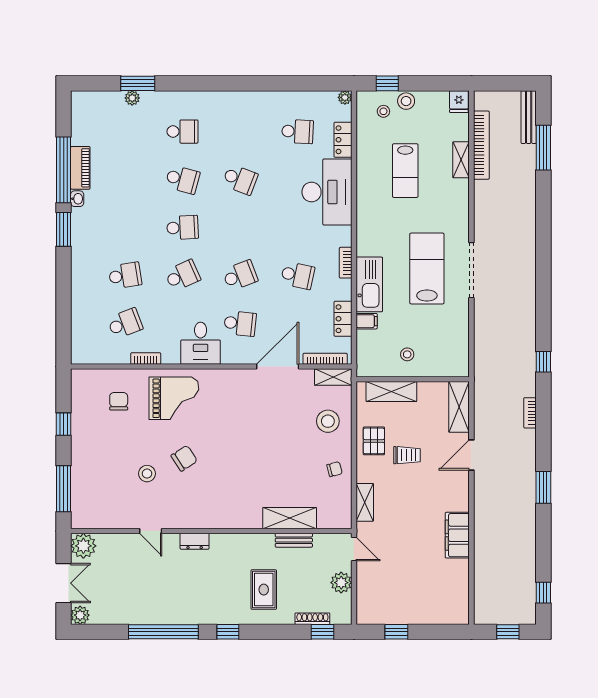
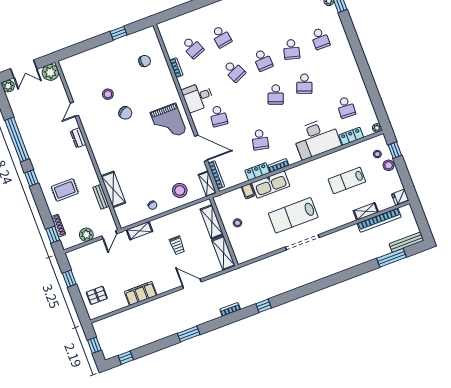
lab bench: (427, 268) -> (293, 215), turned 180
school desk: (240, 275) -> (276, 94), moved, turned 42
locker: (343, 319) -> (257, 172), moved
grand piano: (174, 398) -> (168, 122), moved
shelving: (459, 407) -> (223, 253), moved, turned 90
pallet: (374, 441) -> (97, 295), moved
window: (64, 489) -> (80, 48), removed

